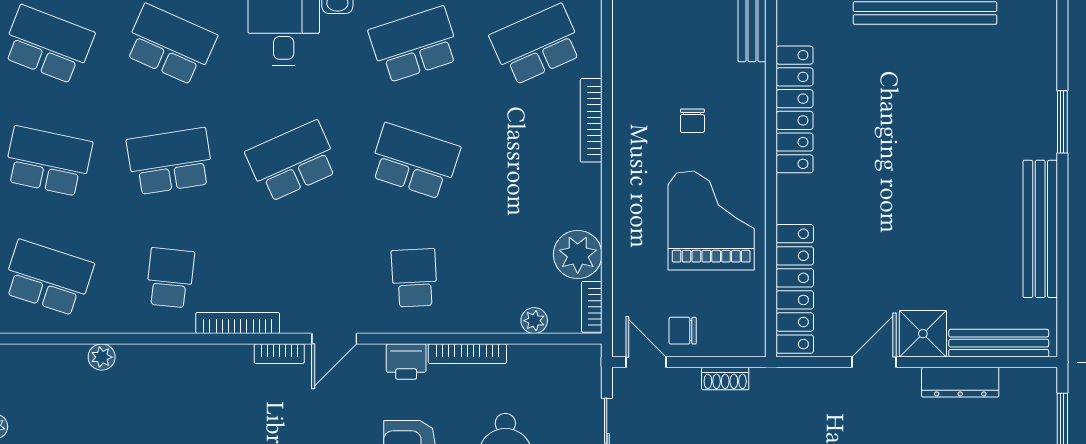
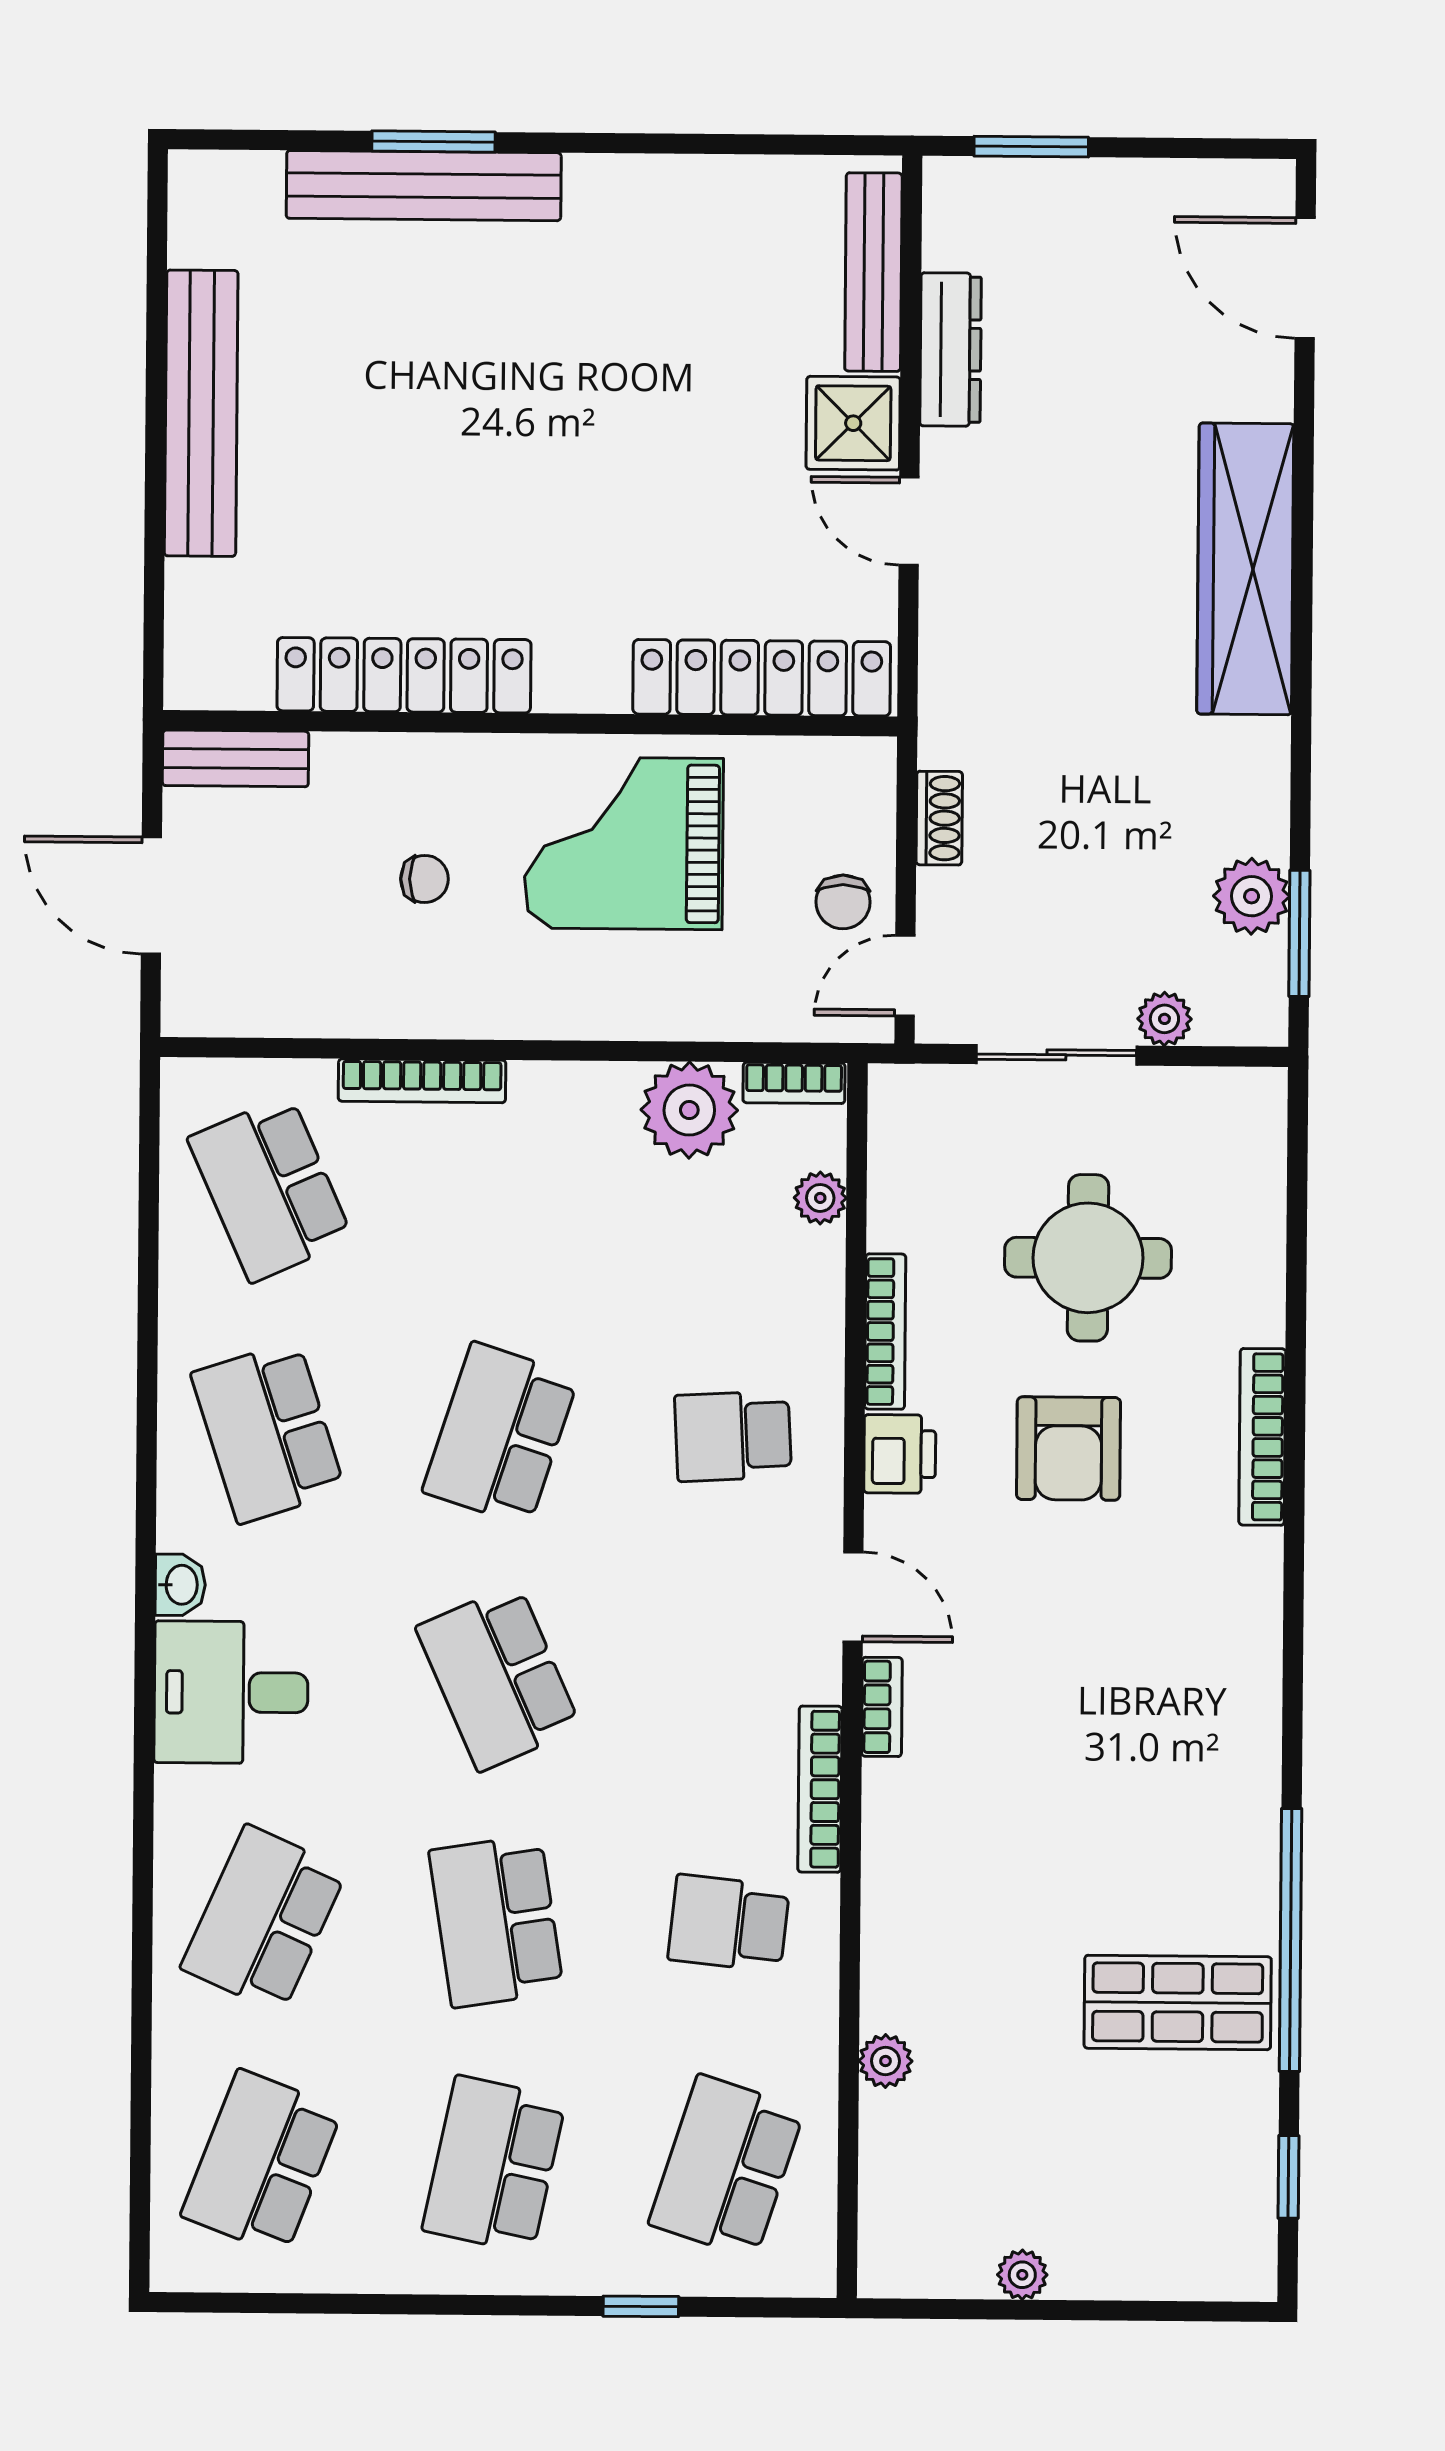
bench: (1040, 229) -> (424, 186), moved

